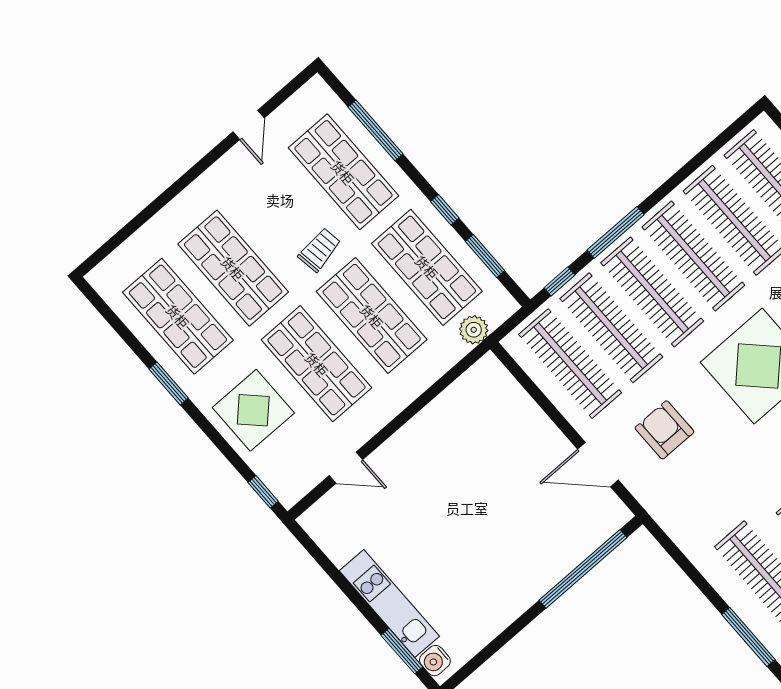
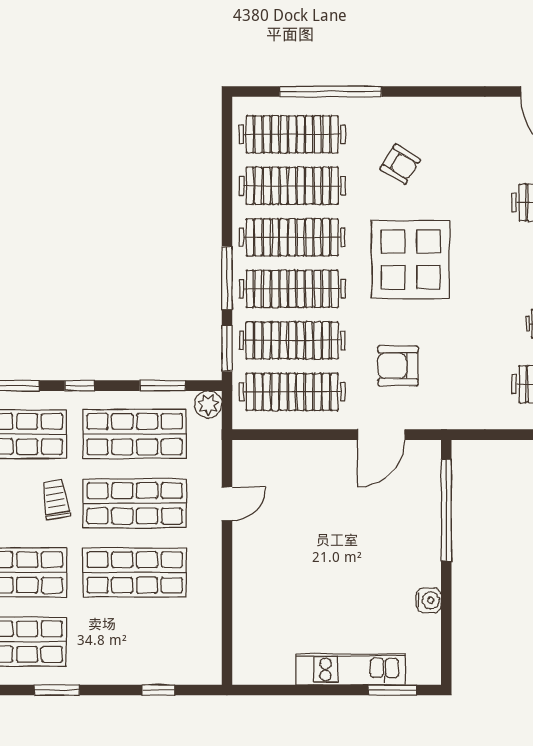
window: (445, 210) -> (80, 386), moved
window: (559, 281) -> (227, 348), width x1.50
plant: (474, 330) -> (208, 404), moved
display table: (253, 410) -> (129, 646), removed
door: (346, 468) -> (227, 504), moved
window: (263, 492) -> (158, 690), moved
water cooler: (435, 661) -> (429, 600), moved, turned -90

